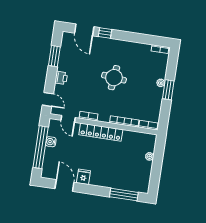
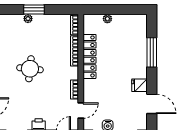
locker: (101, 132) -> (90, 56), moved
door: (64, 186) -> (152, 104), swing flipped
window: (124, 195) -> (152, 52), moved

